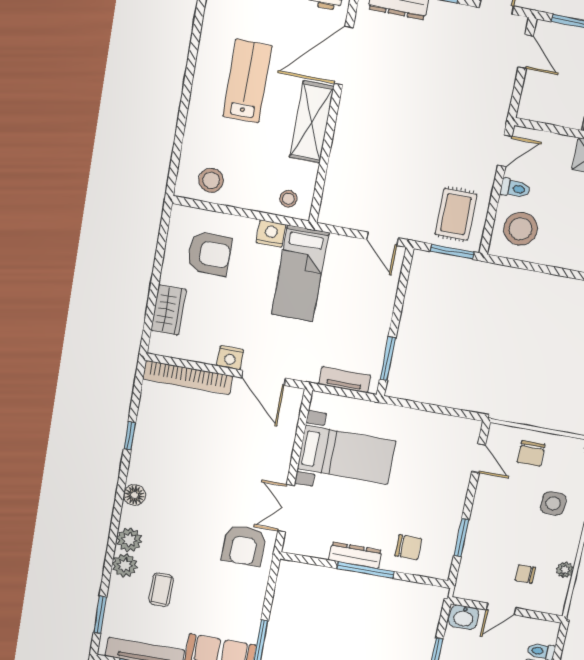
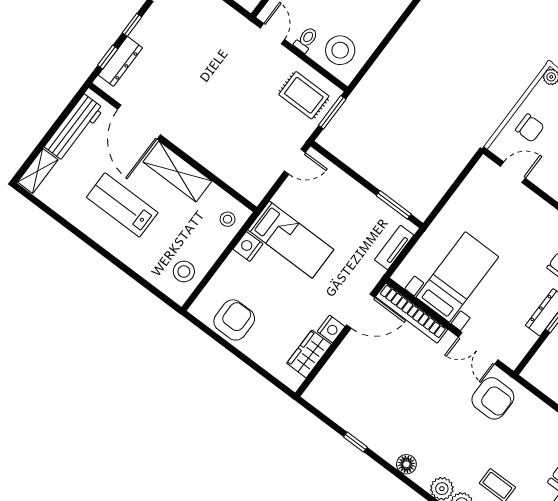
armchair: (209, 254) -> (234, 320), moved
wardrobe: (168, 310) -> (309, 354), moved, turned -90
bookcase: (188, 377) -> (412, 313), moved, turned 90

